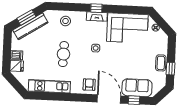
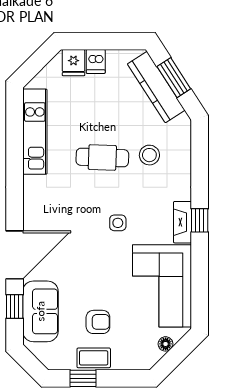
stool: (66, 21) -> (149, 155), moved
armchair: (89, 85) -> (98, 322), moved

